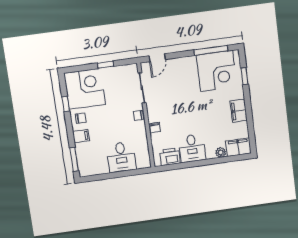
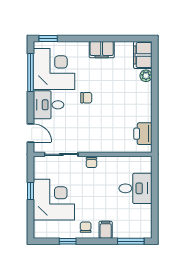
window: (245, 76) -> (48, 38), moved
corner desk: (85, 89) -> (54, 200), moved, turned 90
chair: (155, 128) -> (86, 98), moved
desk: (192, 148) -> (49, 105), moved, turned 180

